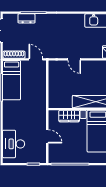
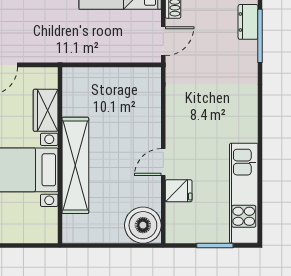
door: (74, 59) -> (163, 162), moved

